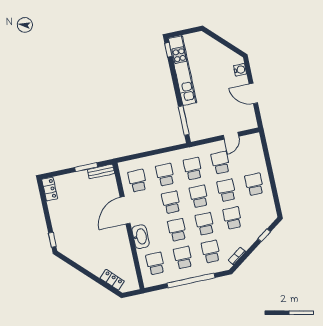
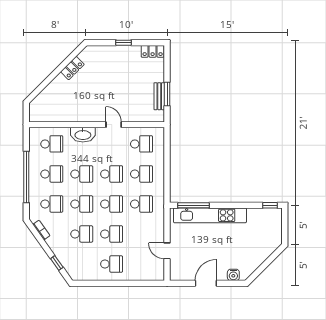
kitchen unit: (183, 71) -> (210, 215), moved
school desk: (221, 163) -> (142, 234), removed
bench: (101, 171) -> (159, 96), moved
door: (125, 210) -> (114, 125), width x0.53
window: (52, 240) -> (124, 43), moved
locker: (112, 280) -> (72, 68), moved

